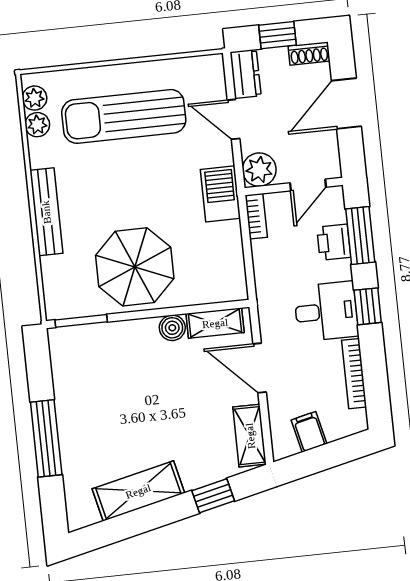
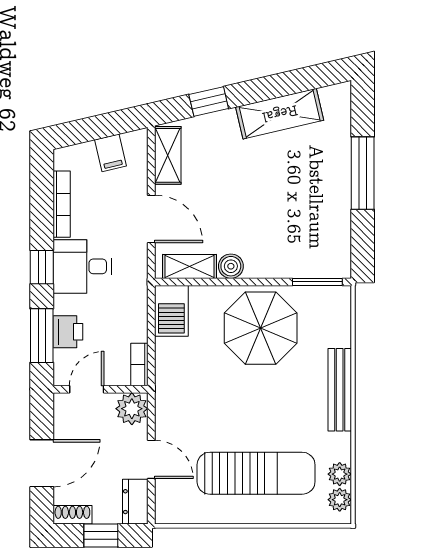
barbecue: (220, 194) -> (171, 311), moved

